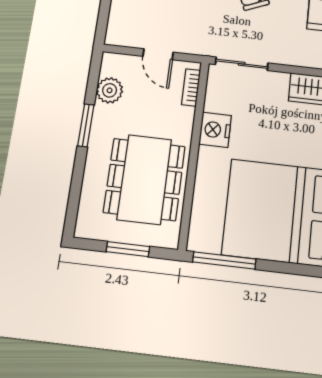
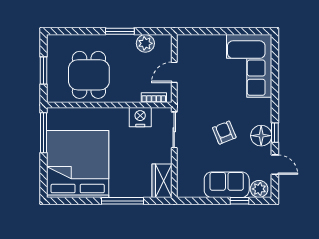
nightstand: (215, 130) -> (140, 117), moved
dining table: (144, 179) -> (89, 75), width x0.73

